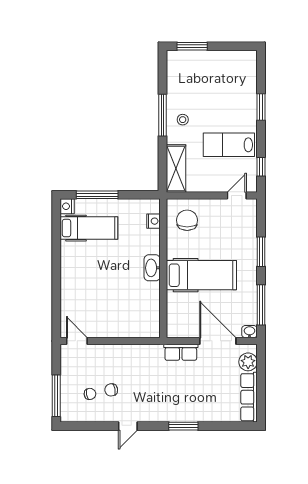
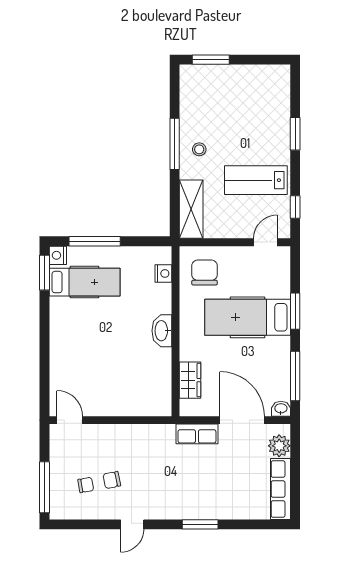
window: (56, 220) -> (45, 273), added
hospital bed: (201, 275) -> (248, 317), moved, turned 180
wardrobe: (175, 308) -> (190, 380), added

